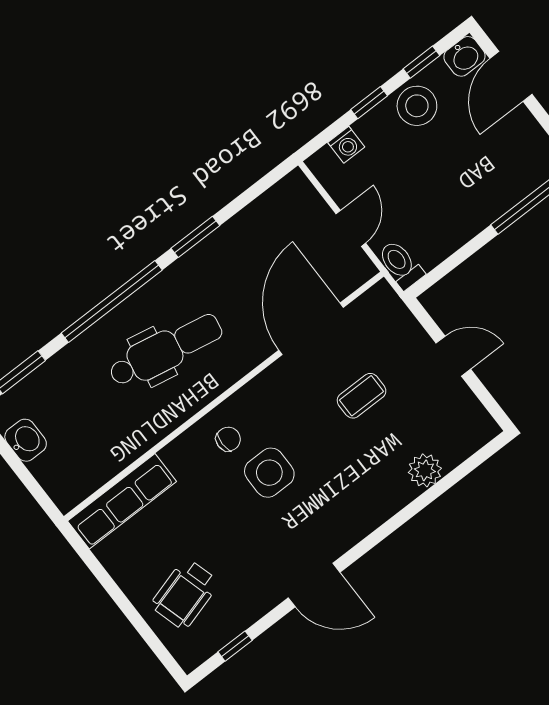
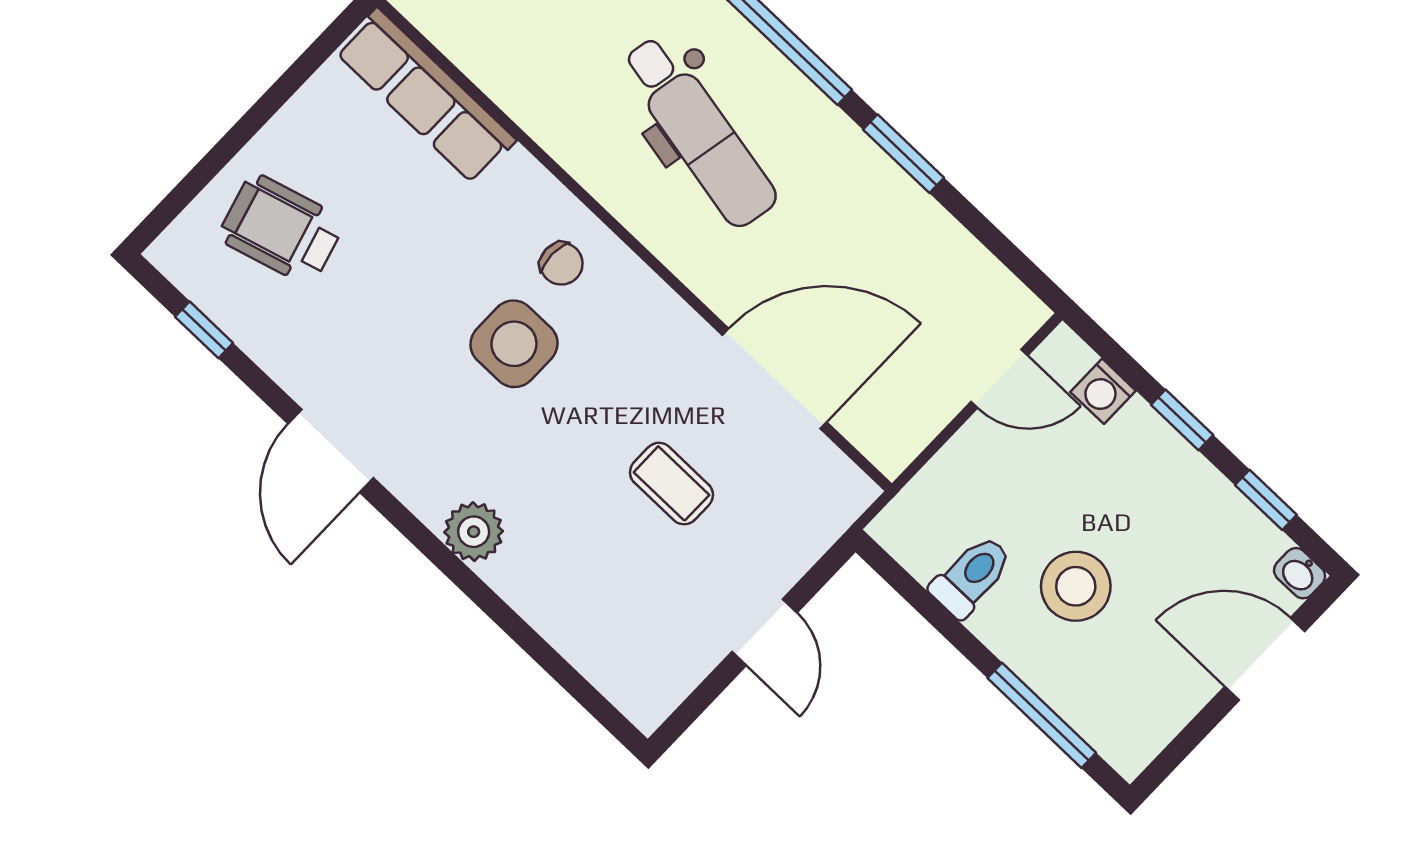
washbasin: (464, 56) -> (1300, 573), width x0.72, depth x0.69
stool: (417, 106) -> (1076, 586), moved
door: (351, 228) -> (999, 379), moved
toilet: (401, 265) -> (971, 576), moved
plant: (425, 470) -> (474, 532), moved

